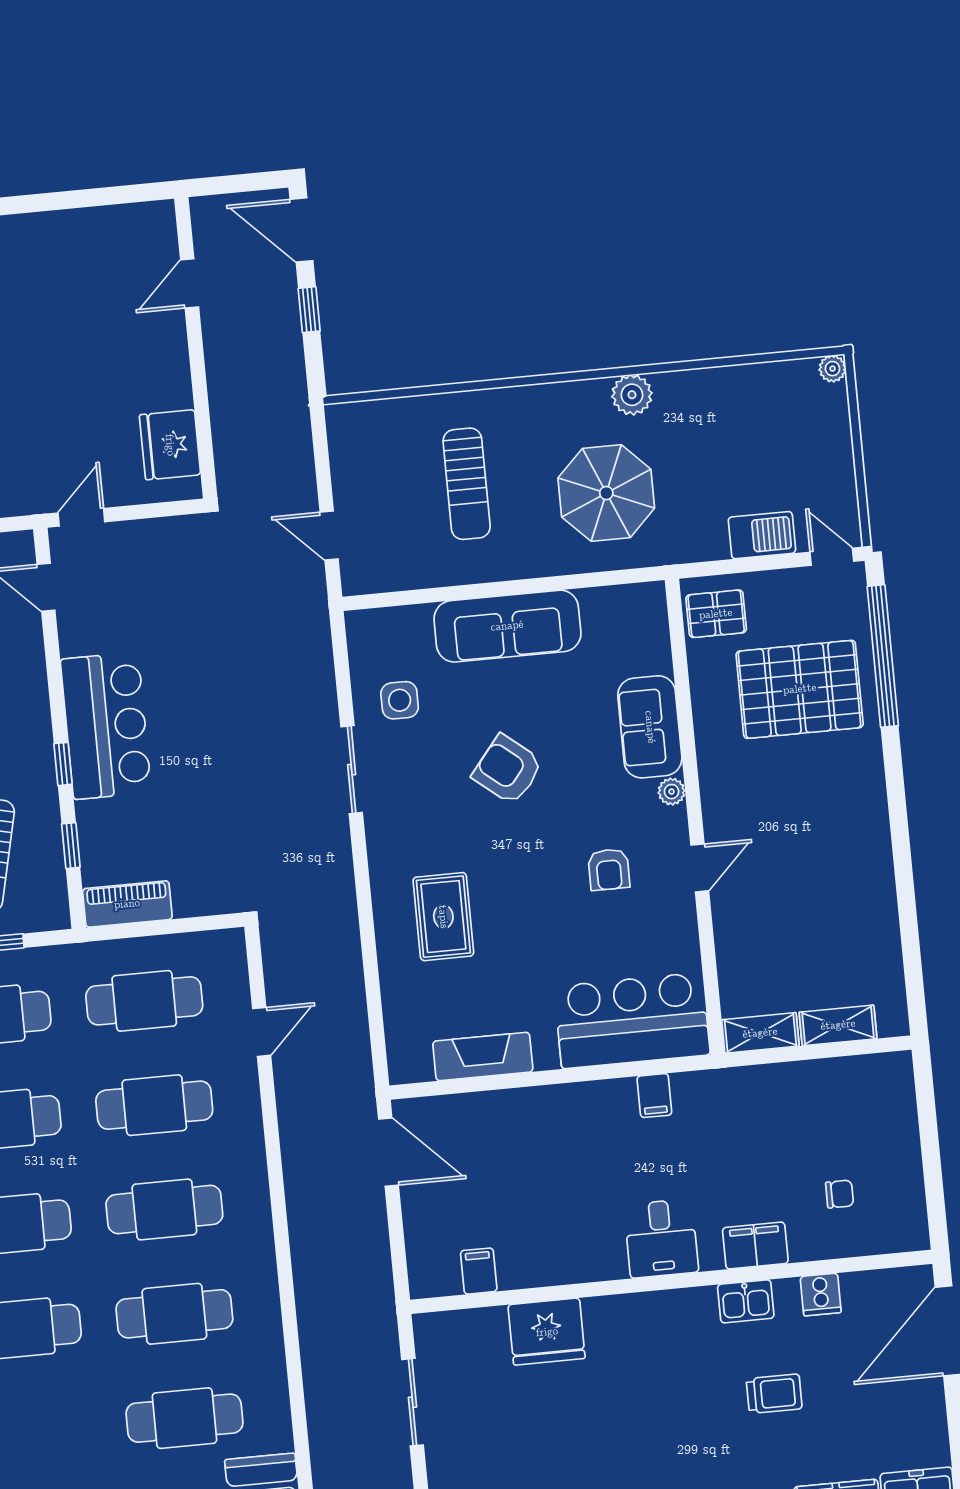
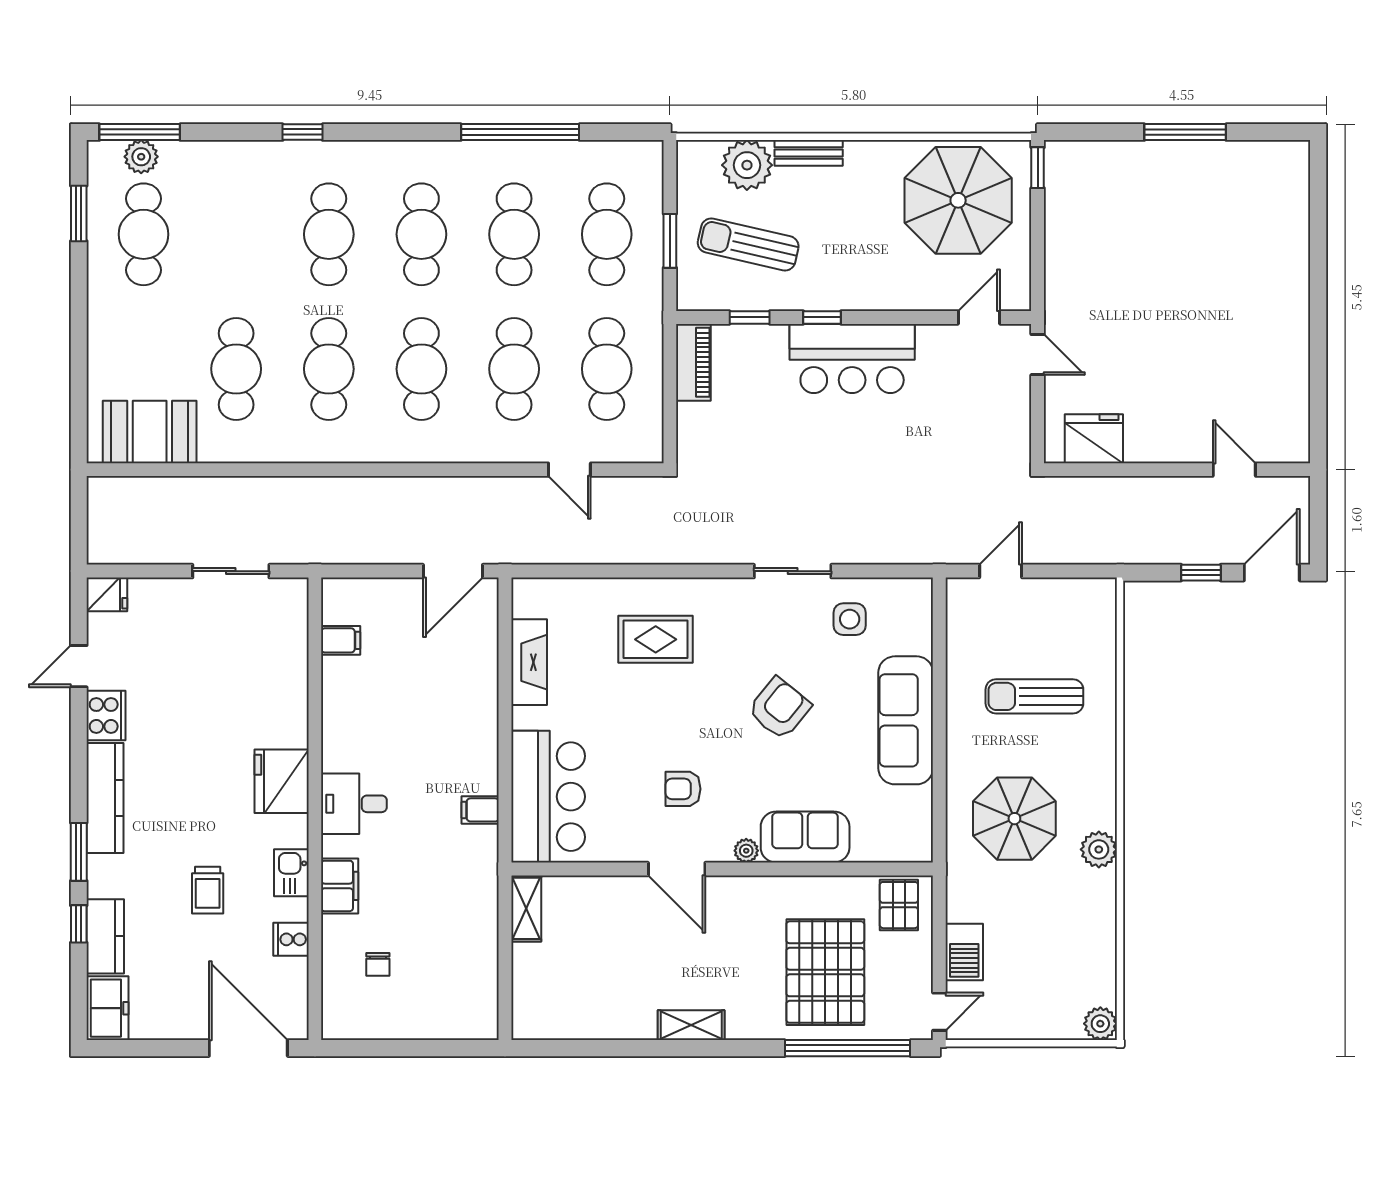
plant: (832, 369) -> (1100, 1024), width x1.38, depth x1.38
door: (700, 868) -> (677, 869), width x1.38
shelving: (838, 1025) -> (691, 1025), moved, turned 90
fridge: (547, 1332) -> (282, 781), moved

